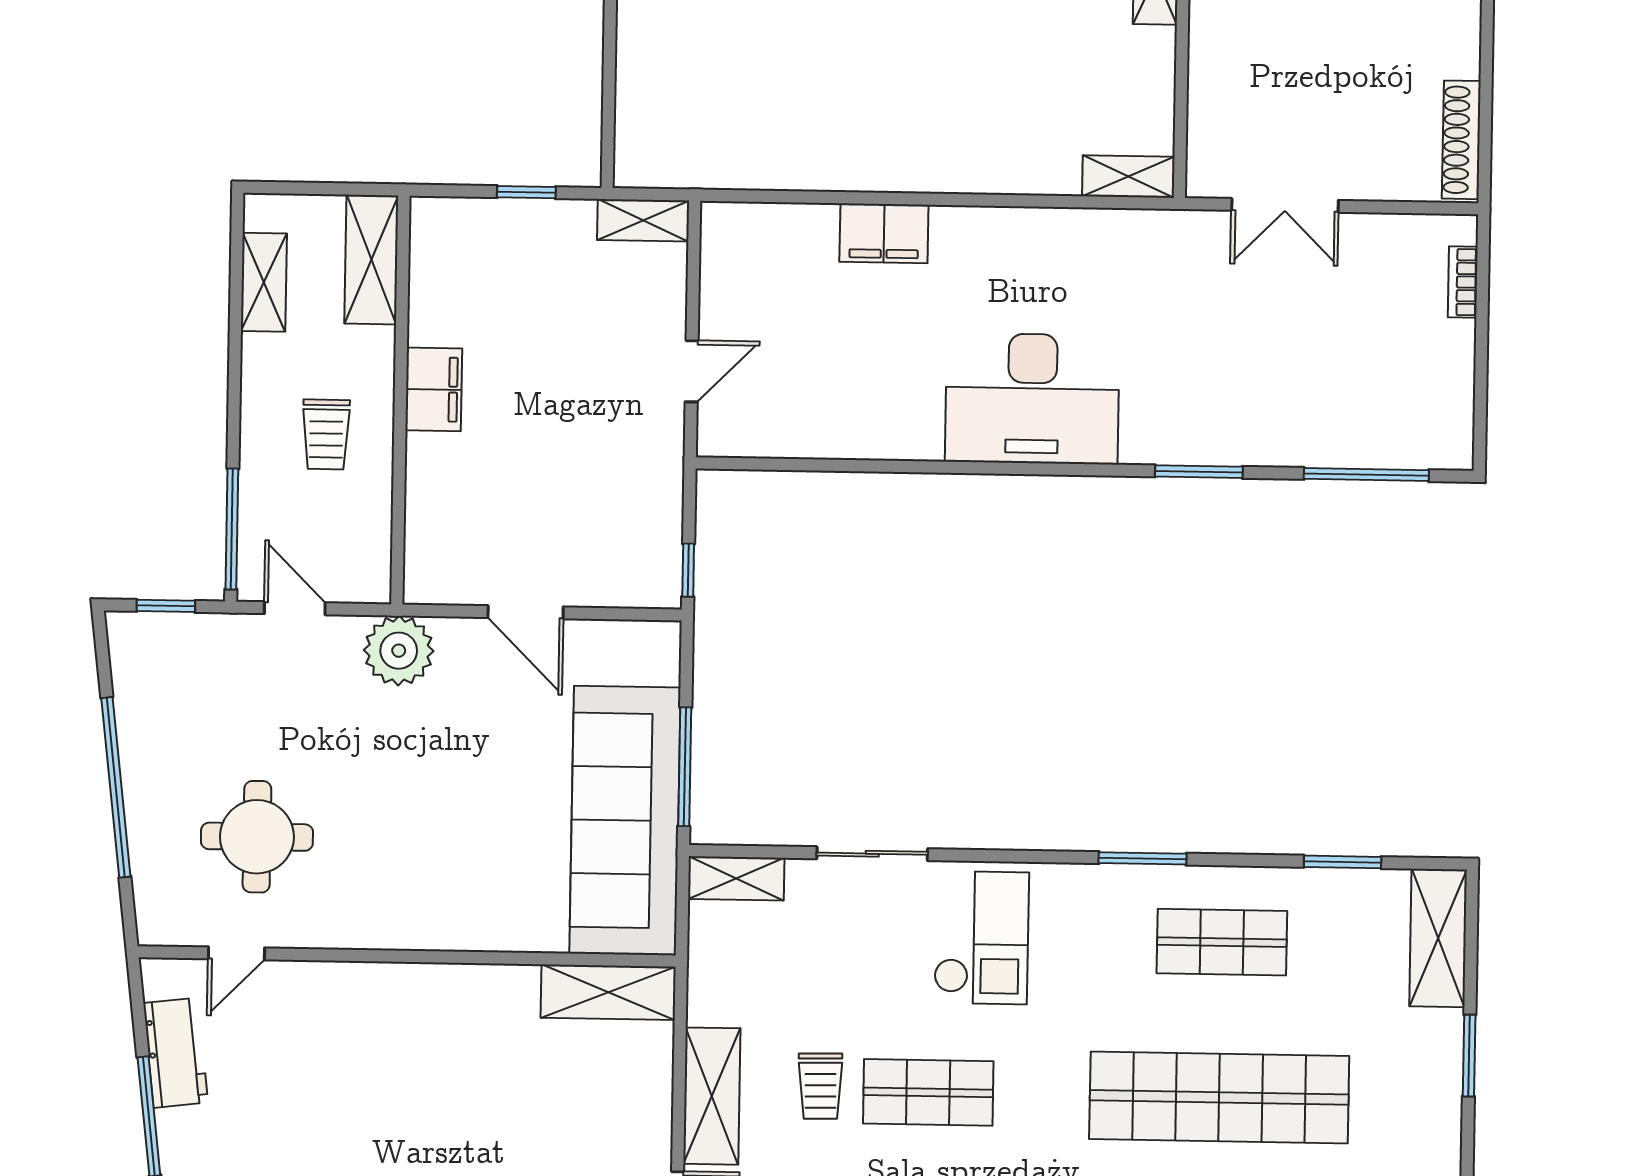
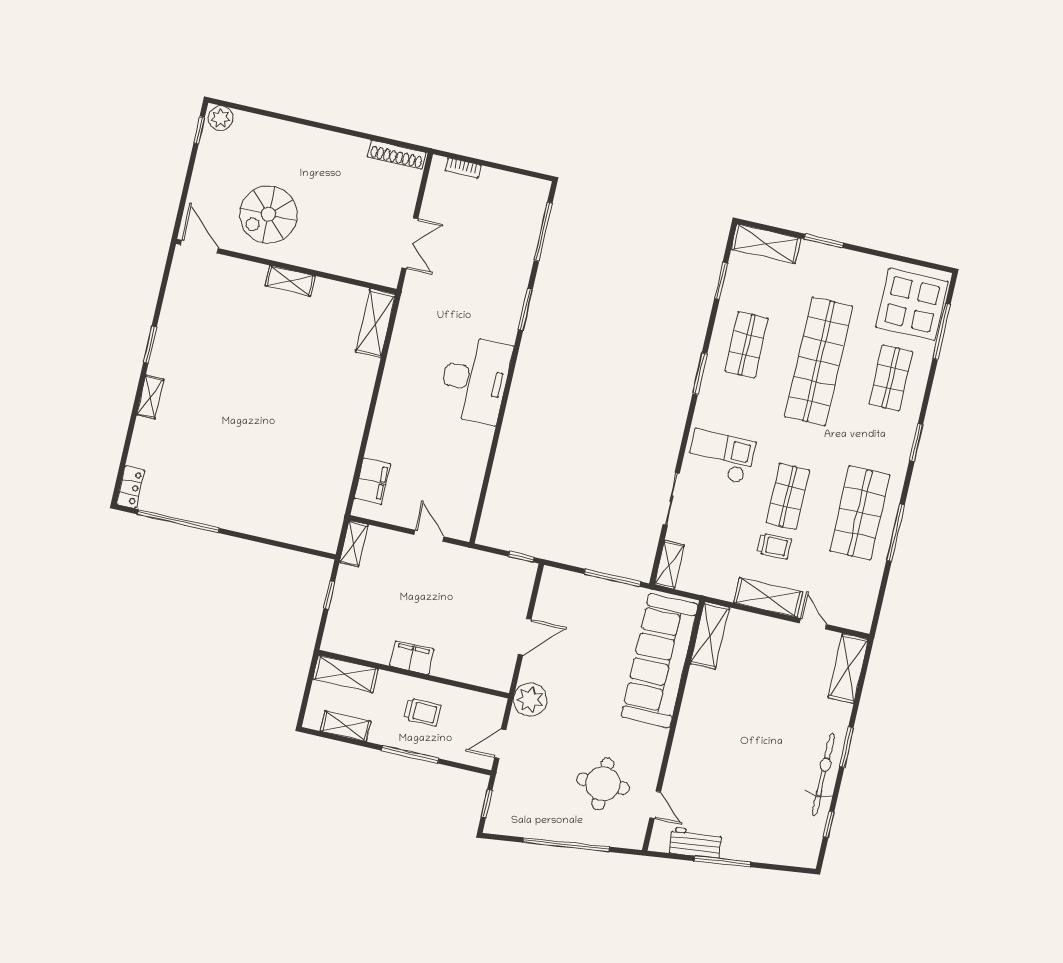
shelving: (1128, 176) -> (375, 323), width x1.50, depth x1.33
filing cabinet: (884, 233) -> (372, 481), moved
window: (232, 529) -> (410, 754), moved
sofa: (625, 821) -> (659, 661), moved, turned 90

